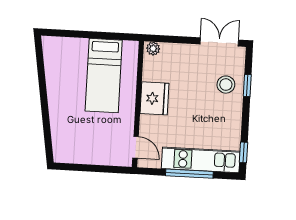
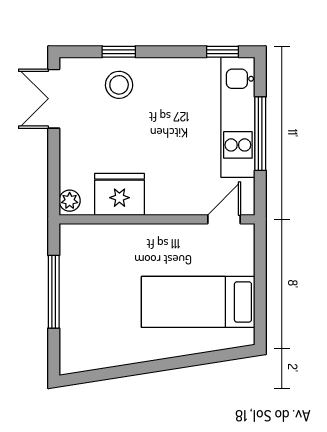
window: (95, 35) -> (54, 292), added
bed: (104, 76) -> (198, 302), moved, turned 180
fridge: (154, 98) -> (119, 194), moved

